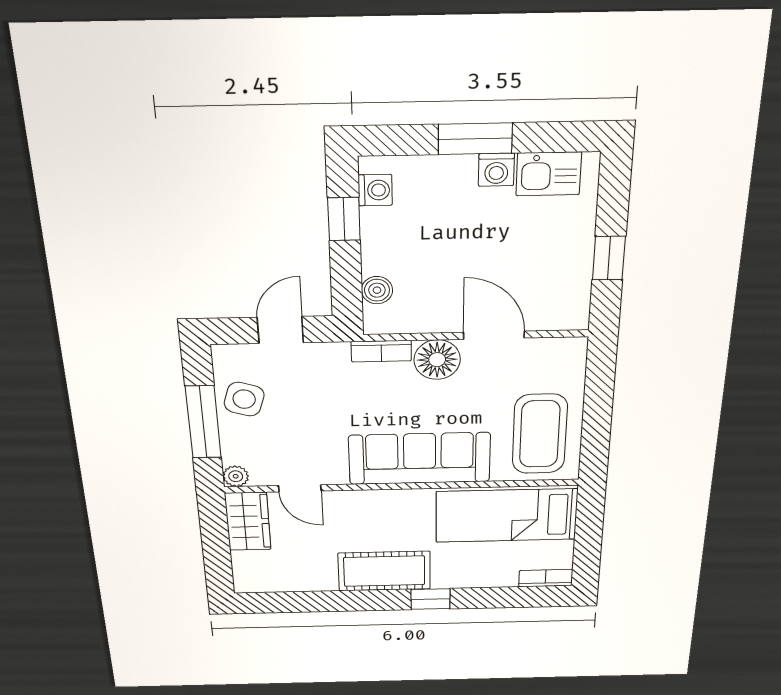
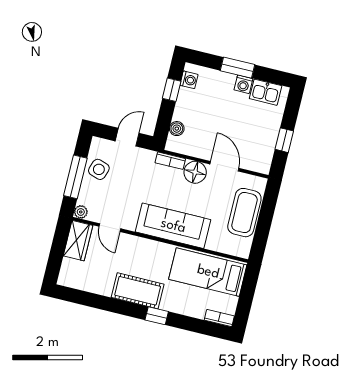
coffee table: (540, 434) -> (244, 213), moved

